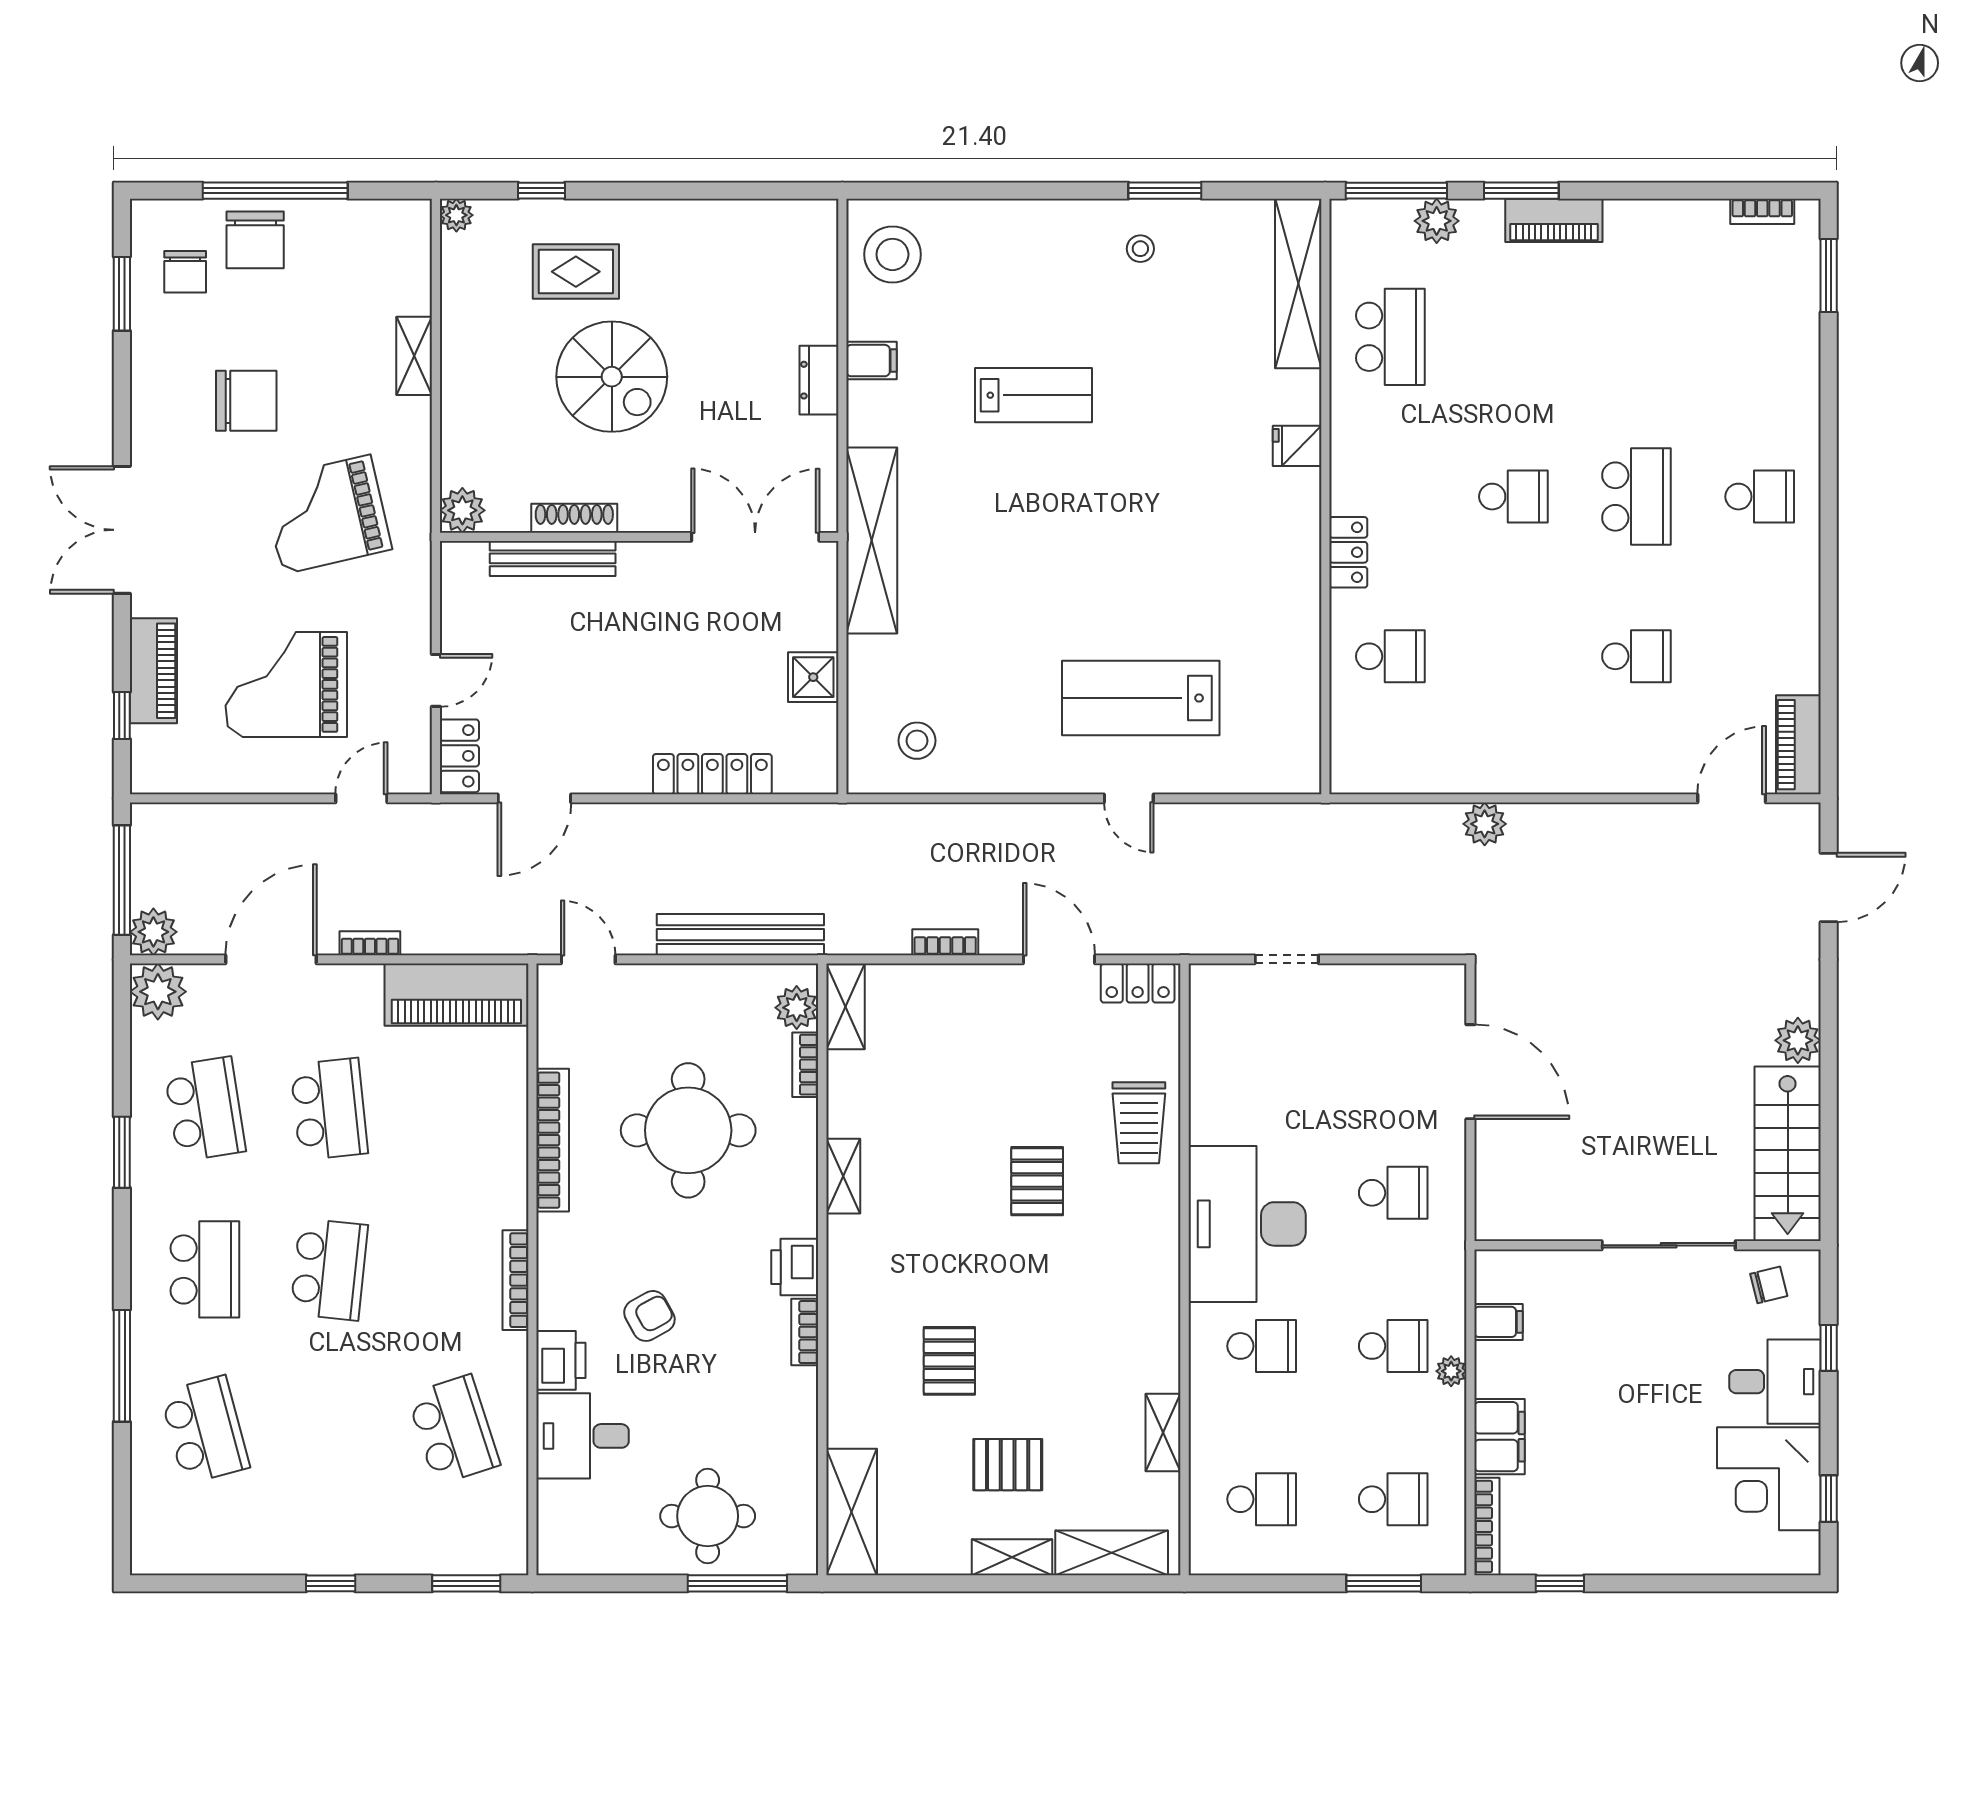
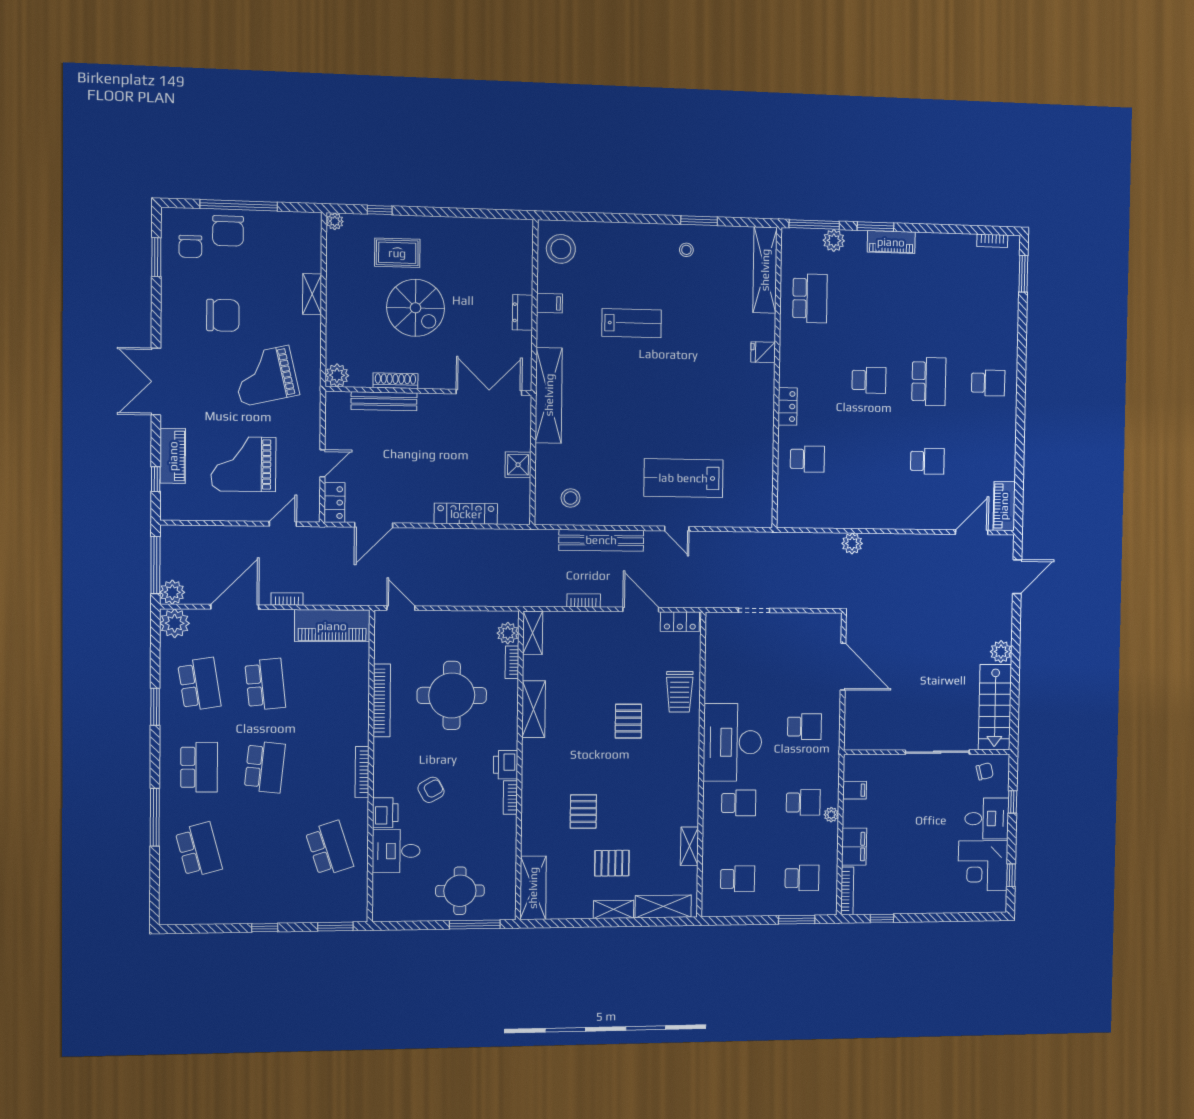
bench: (740, 935) -> (601, 540), moved
shelving: (843, 1176) -> (534, 709), width x1.50, depth x1.33

